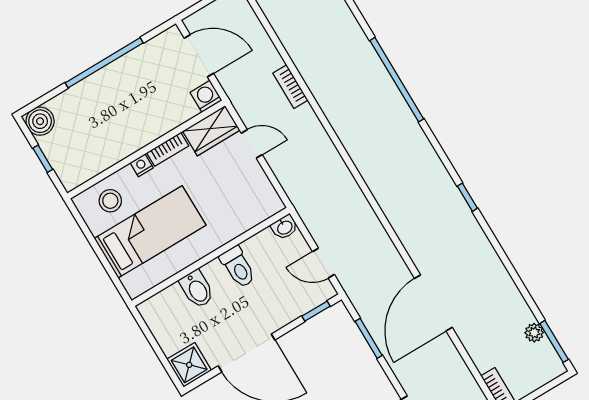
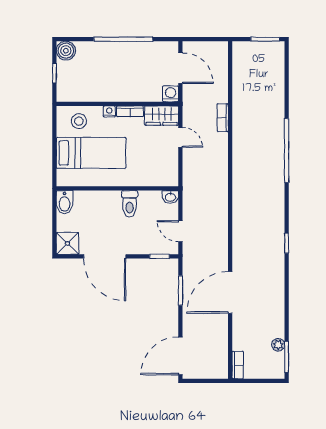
bidet: (197, 289) -> (65, 202), moved

